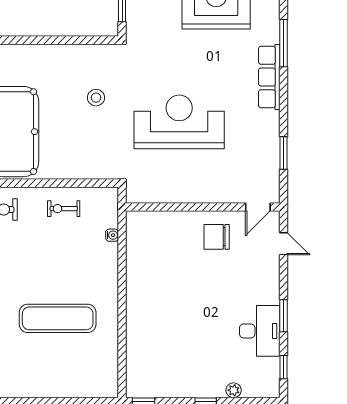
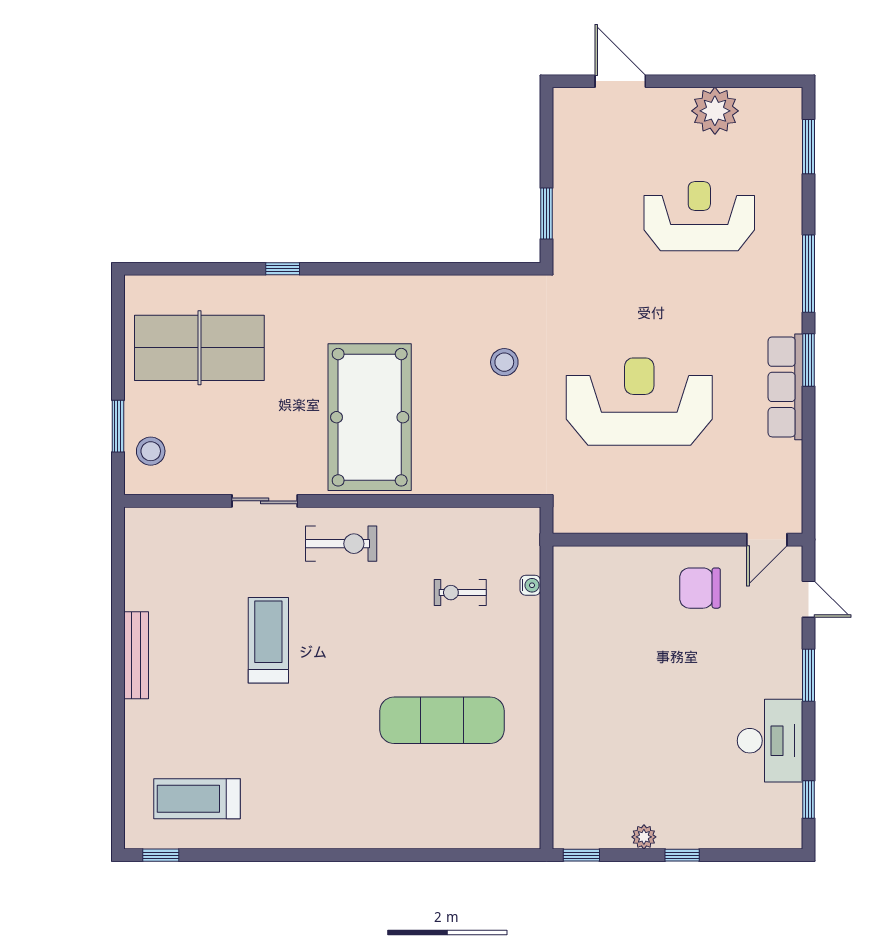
row of seats: (269, 77) -> (785, 387), moved
window: (283, 153) -> (808, 360), moved
exercise bike: (64, 209) -> (460, 593), moved
window: (283, 316) -> (808, 675), moved
plant: (234, 390) -> (644, 837), moved

